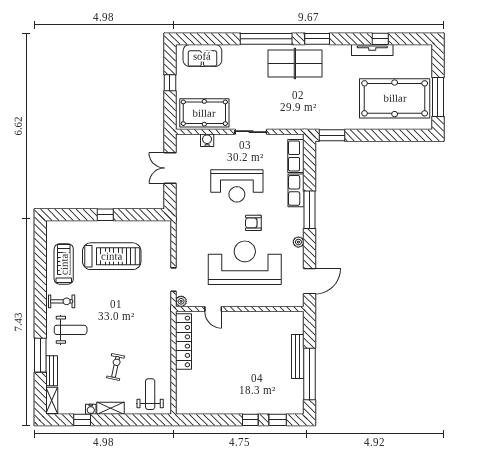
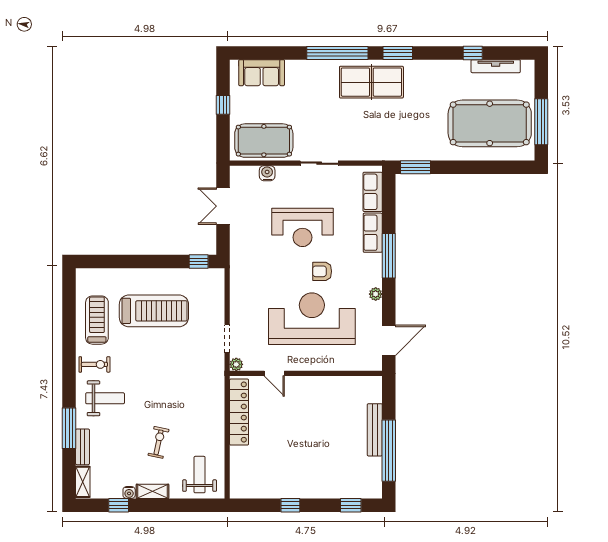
tv unit: (372, 50) -> (496, 66), moved
window: (105, 215) -> (199, 262), moved
window: (250, 420) -> (290, 505), moved

